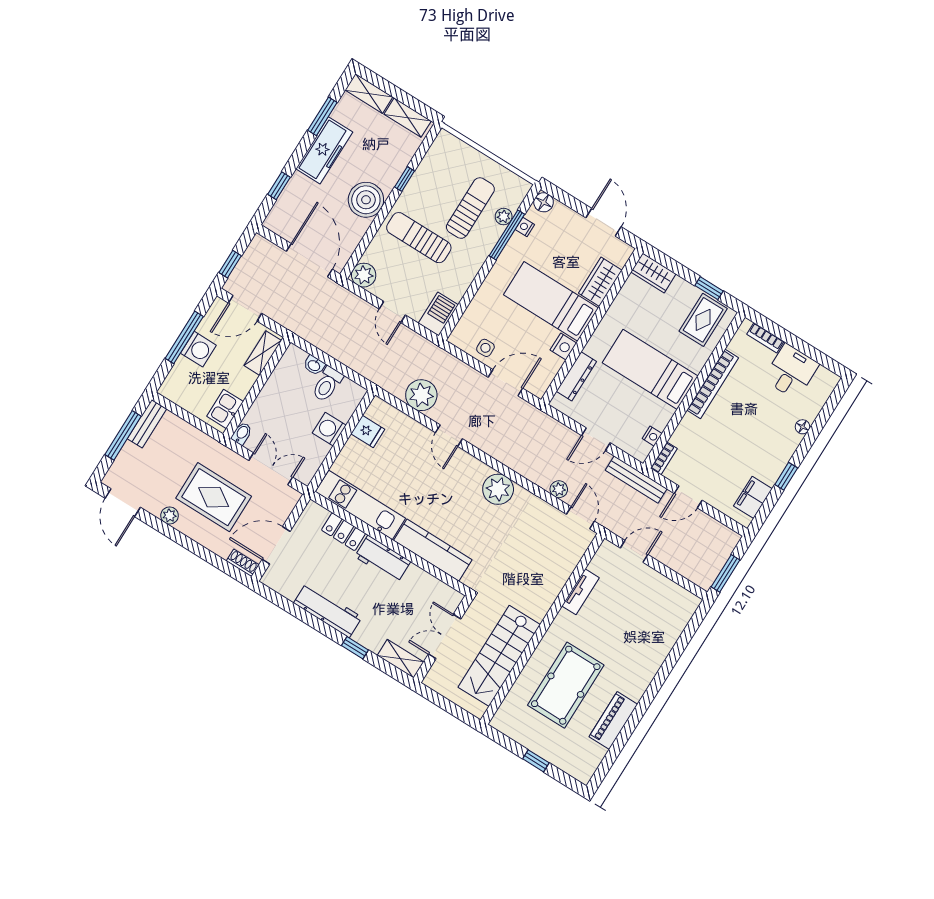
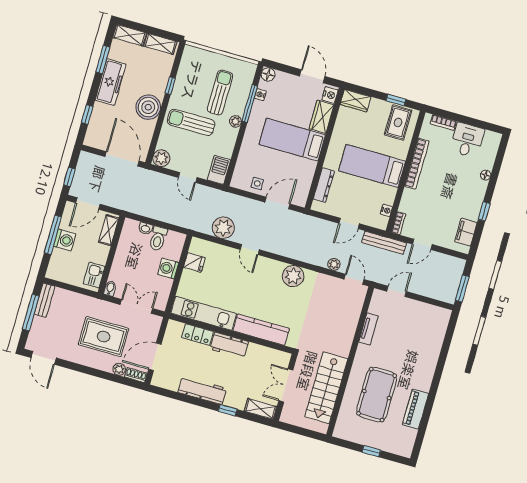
plant: (504, 217) -> (236, 121), moved
nightstand: (563, 346) -> (330, 95), moved
plant: (170, 515) -> (119, 369), moved

